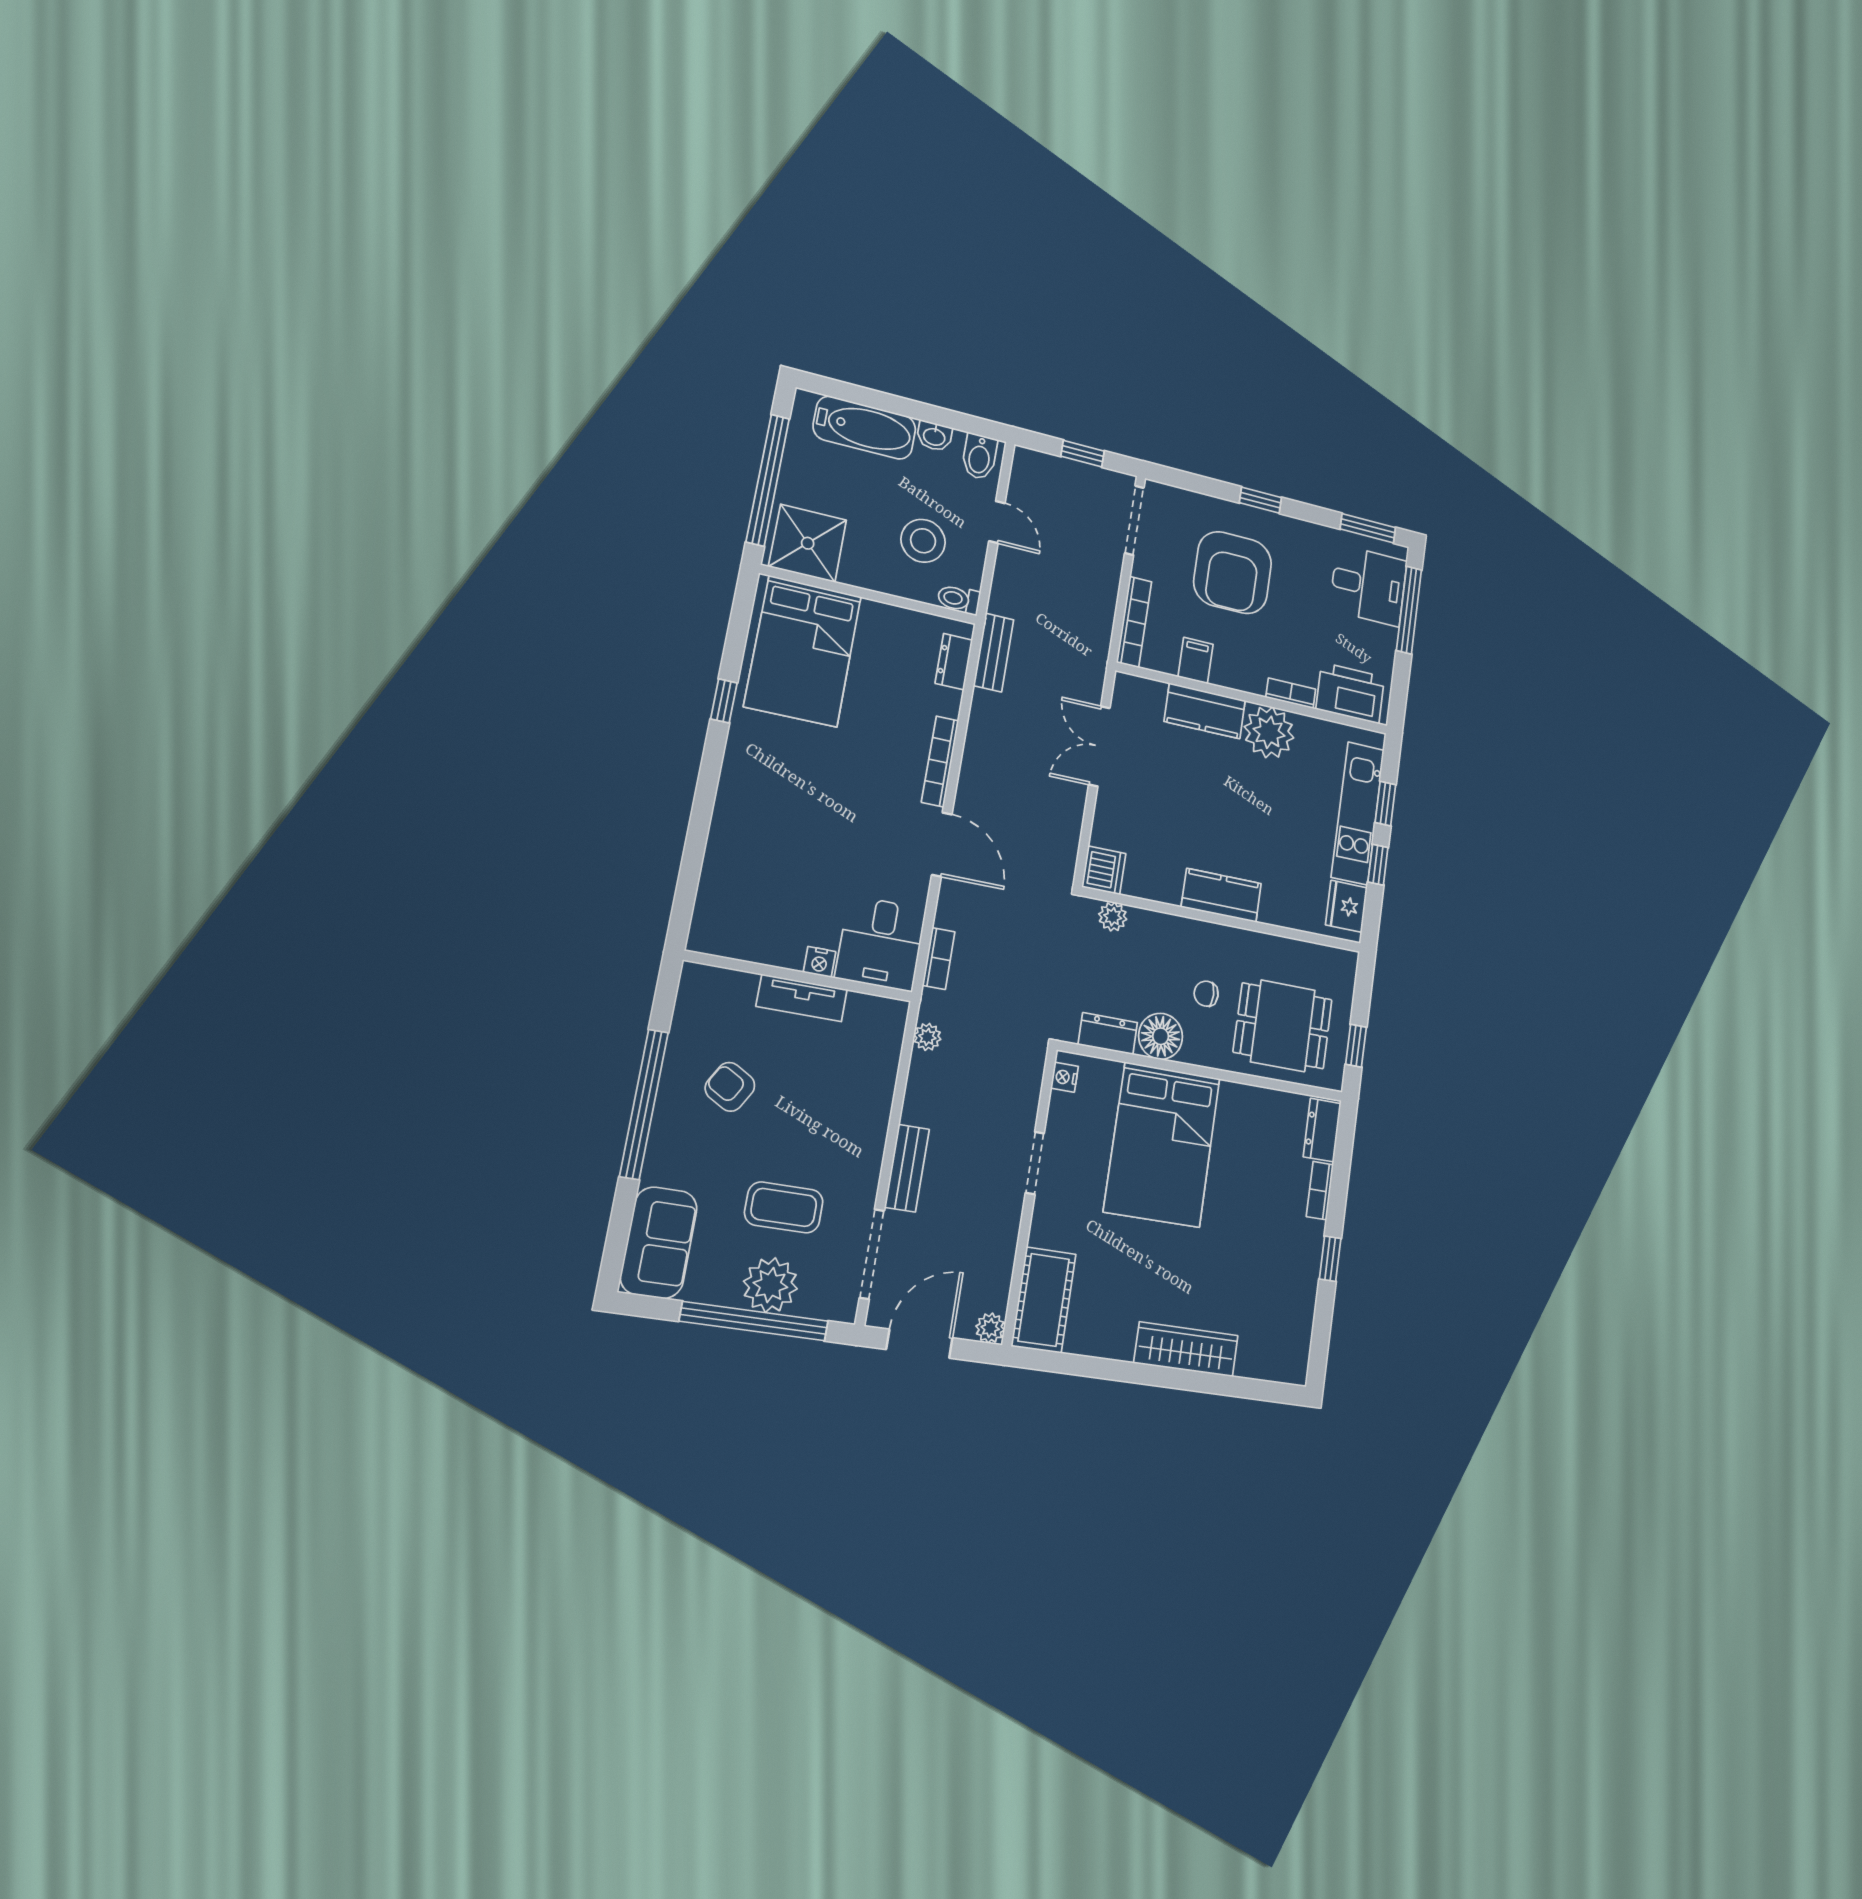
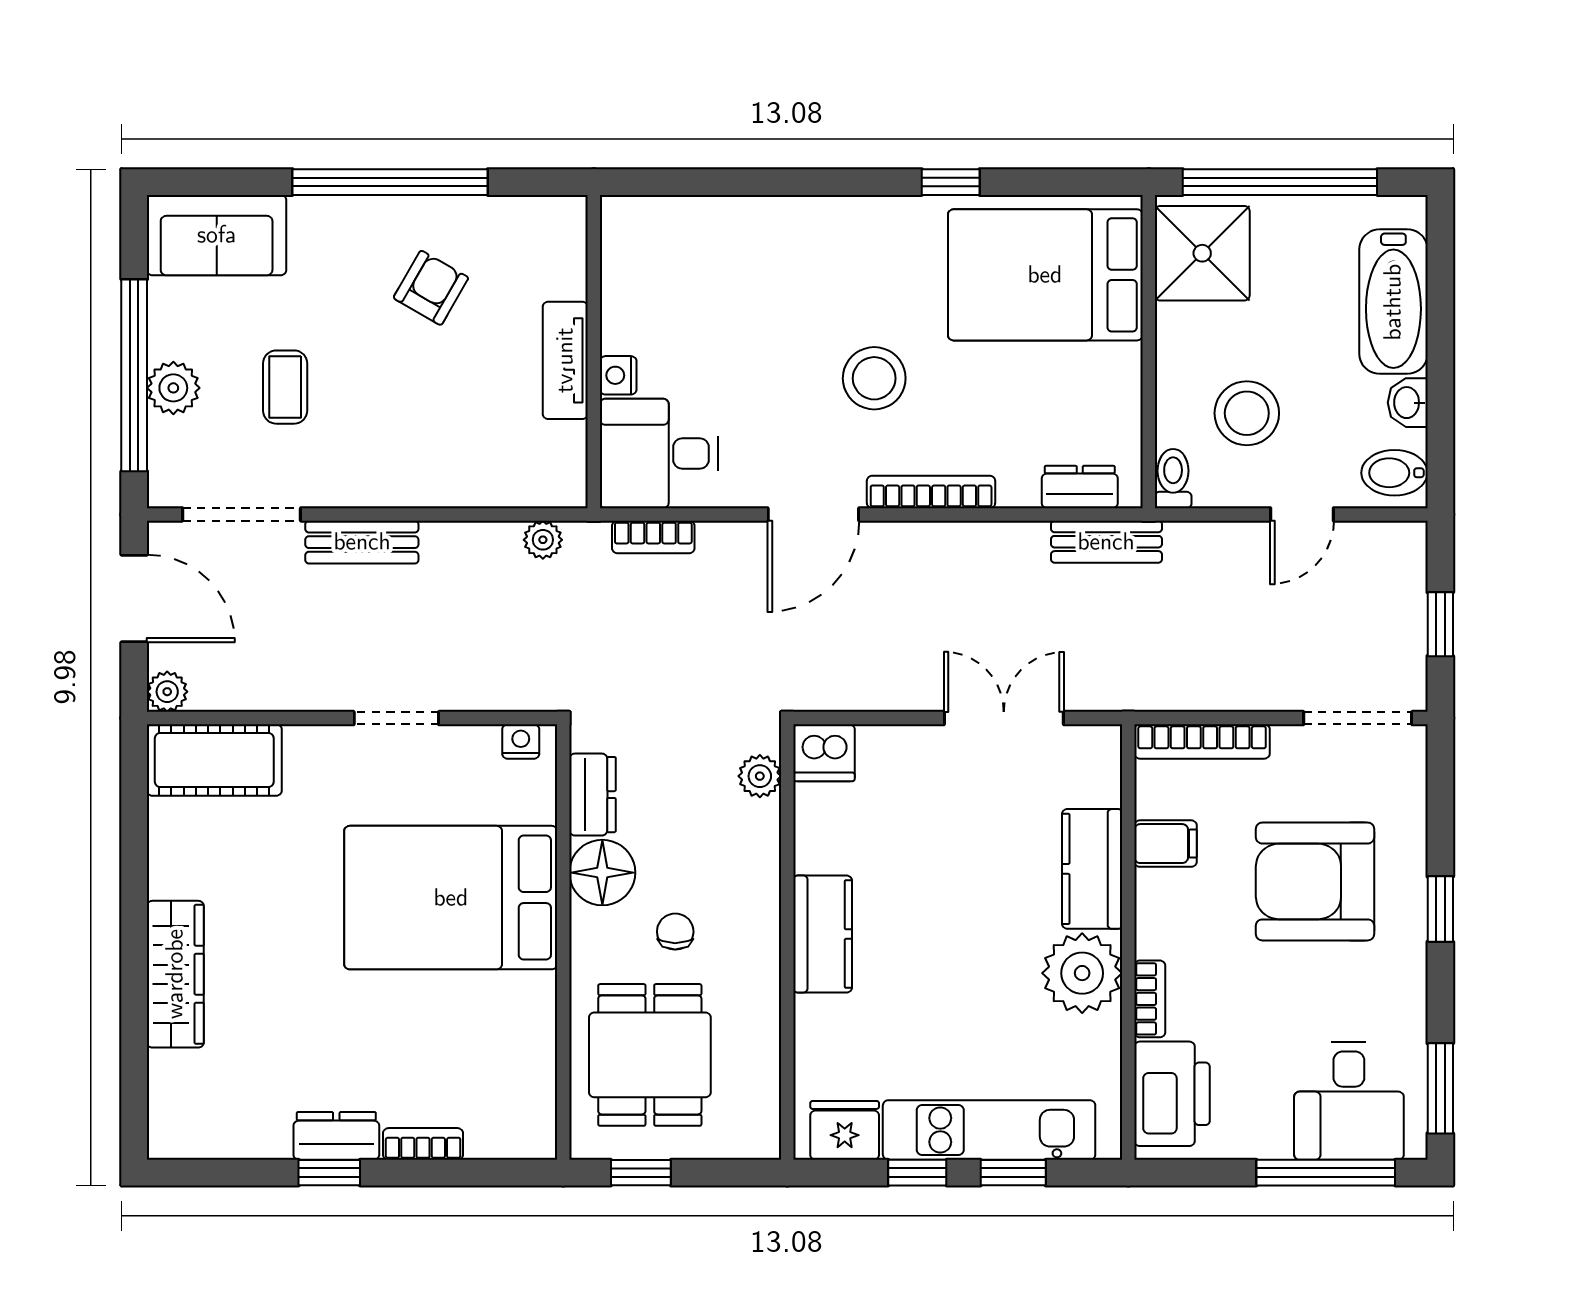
stool: (854, 783) -> (874, 378), added
dresser: (1322, 1130) -> (336, 1136), moved
coffee table: (784, 1207) -> (285, 387), width x0.73, depth x0.77
plant: (770, 1285) -> (173, 388), width x0.73, depth x0.73

